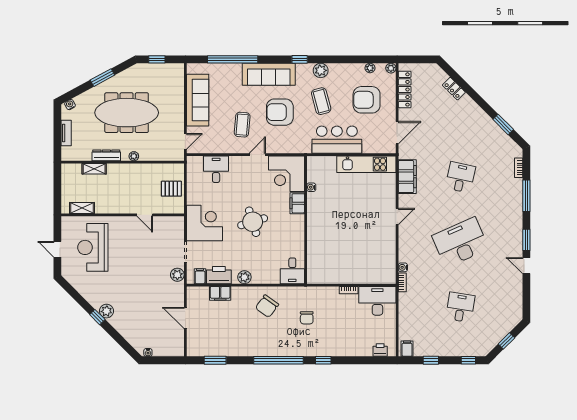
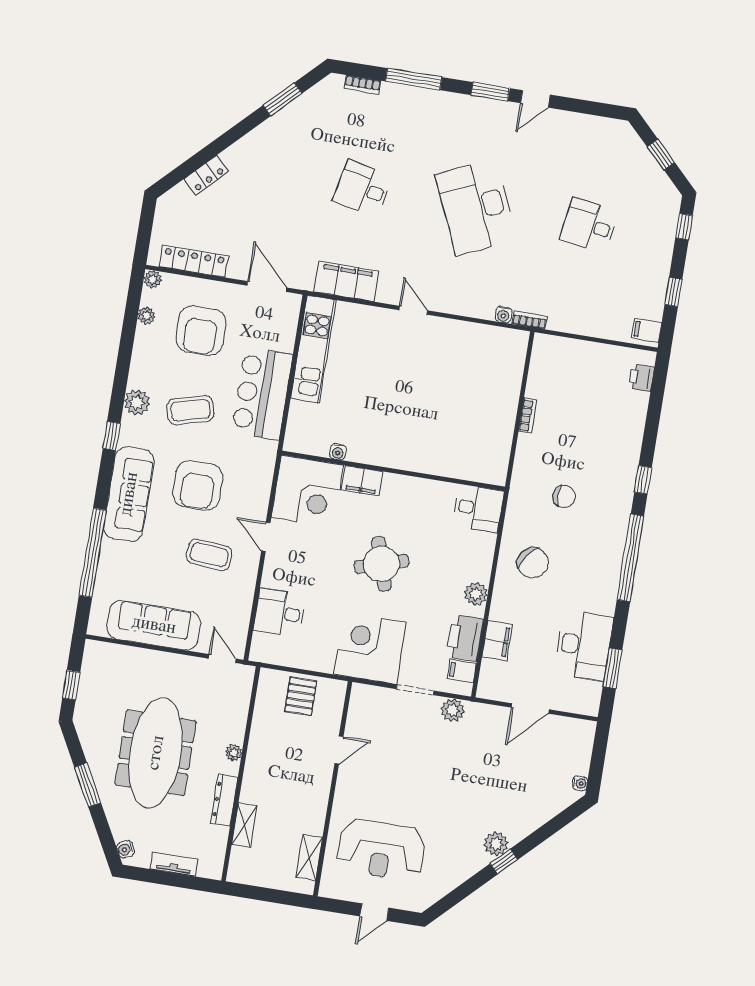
desk: (377, 301) -> (584, 645), moved, turned 180

